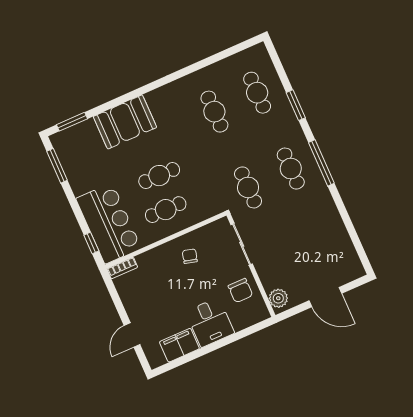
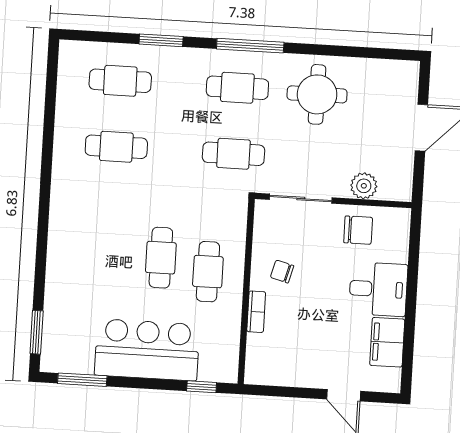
booth: (125, 122) -> (71, 266), removed
round table: (312, 221) -> (317, 94), added
bar counter: (109, 223) -> (147, 350), moved
bookcase: (122, 268) -> (256, 312), moved
plant: (278, 298) -> (364, 186), moved

